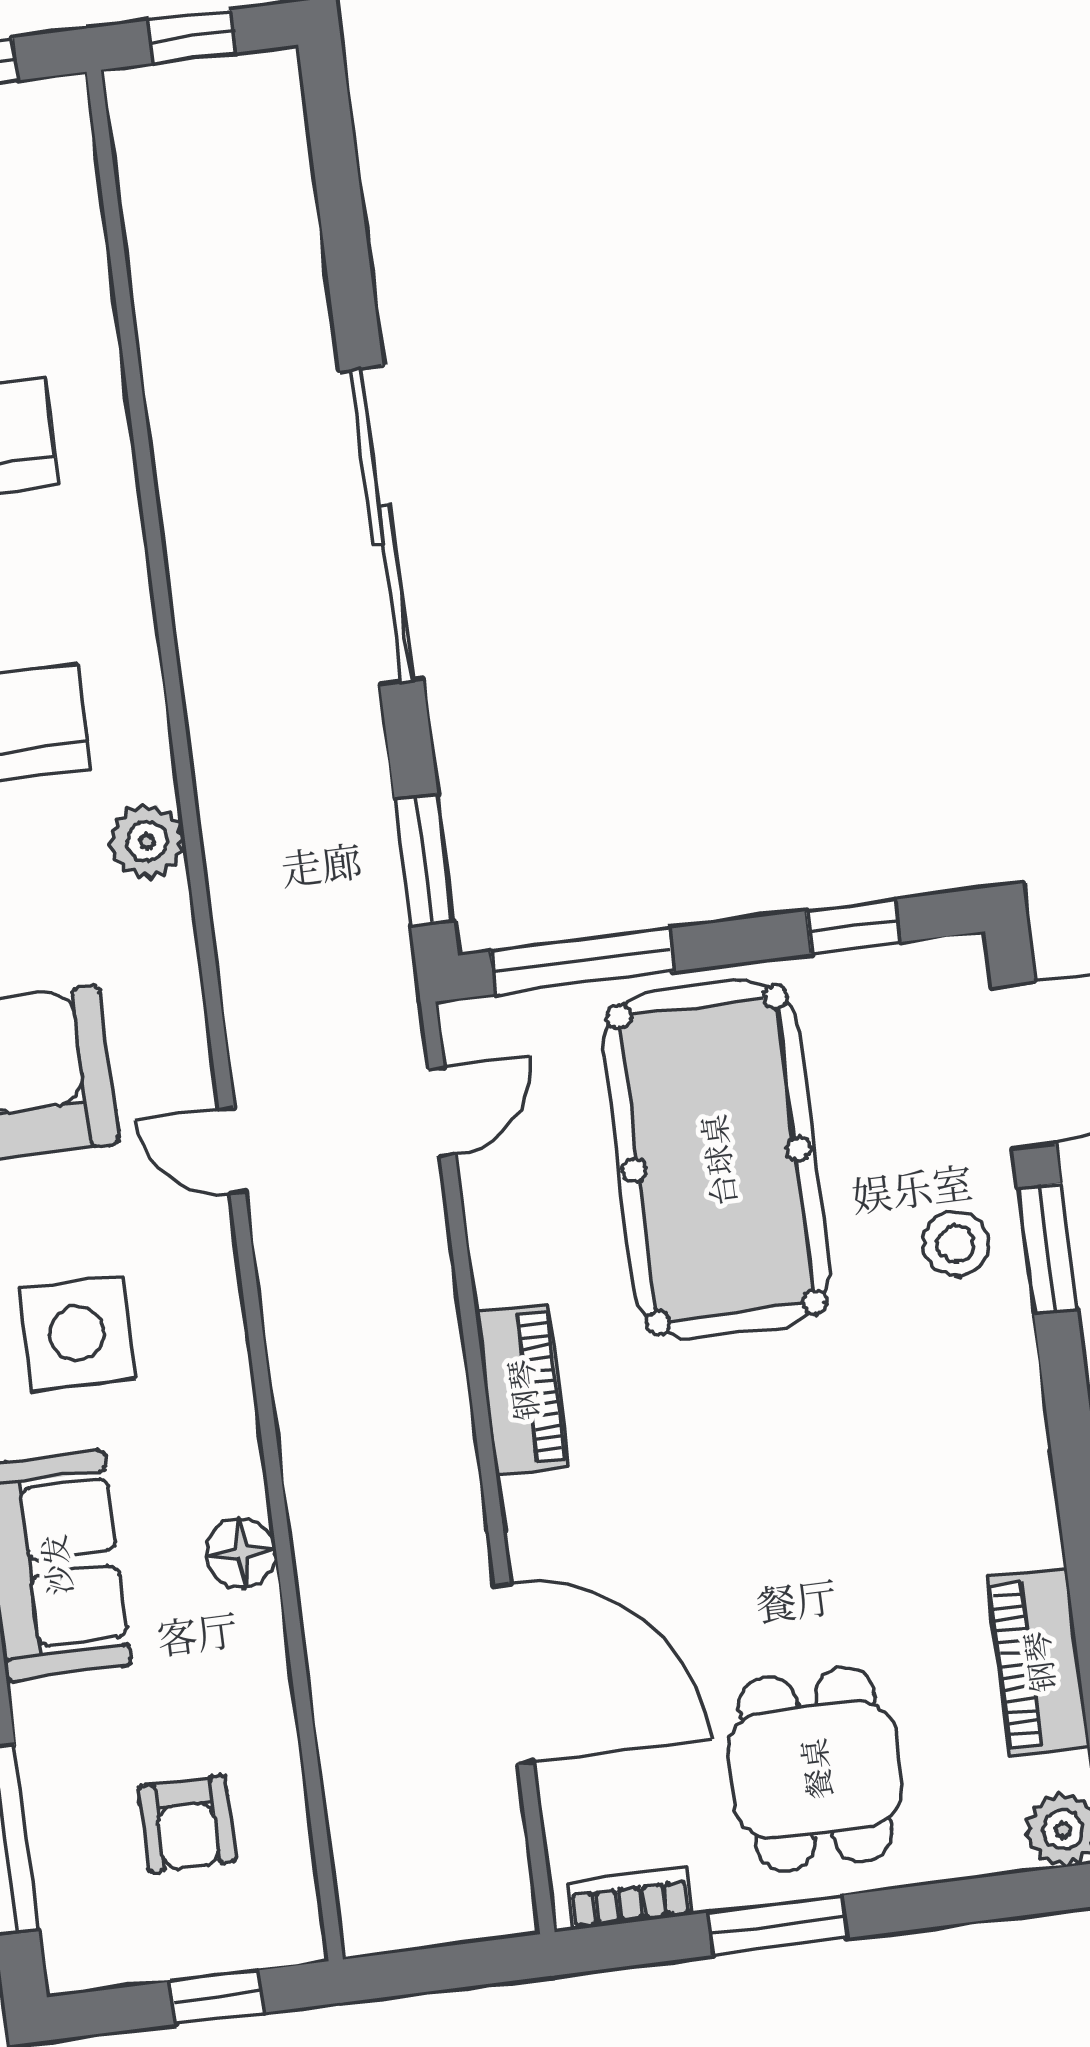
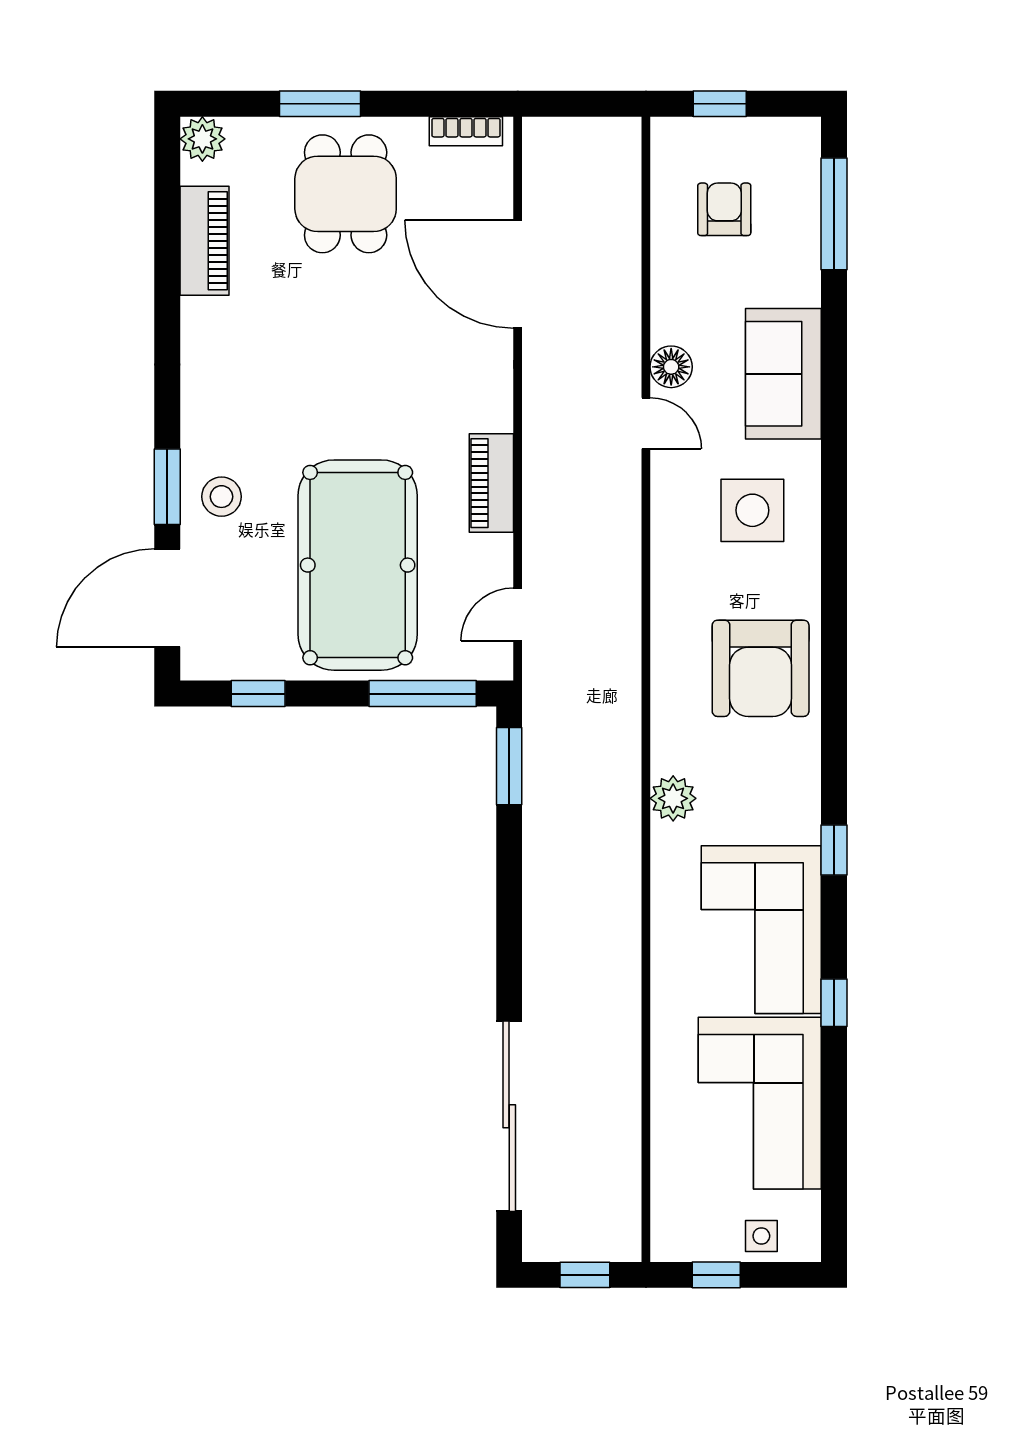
sliding door: (381, 525) -> (509, 1116), moved
door: (232, 1151) -> (646, 423), moved
piano: (522, 1390) -> (491, 483), moved
window: (778, 1925) -> (320, 104), moved

